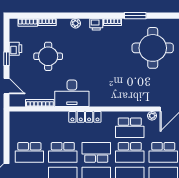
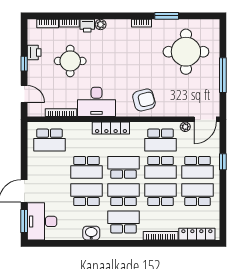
printer: (96, 24) -> (87, 26), moved
armchair: (115, 92) -> (144, 100), added
school desk: (29, 152) -> (49, 140), moved

